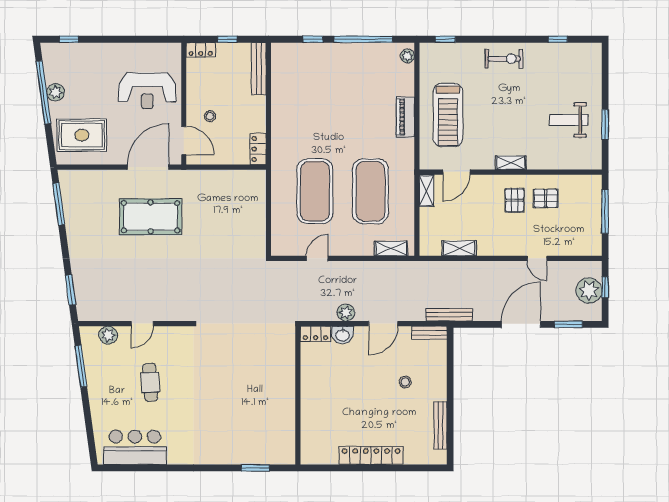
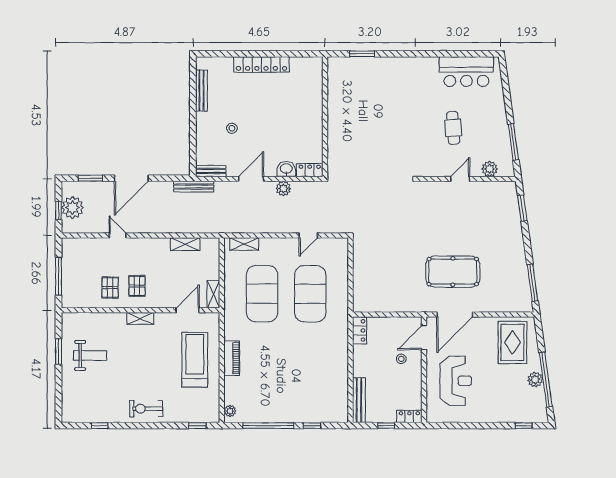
reception desk: (147, 91) -> (456, 381), turned 90
rug: (82, 135) -> (512, 342), turned 90
door: (184, 141) -> (424, 338), hinge flipped
pallet: (546, 198) -> (110, 288), turned 90

